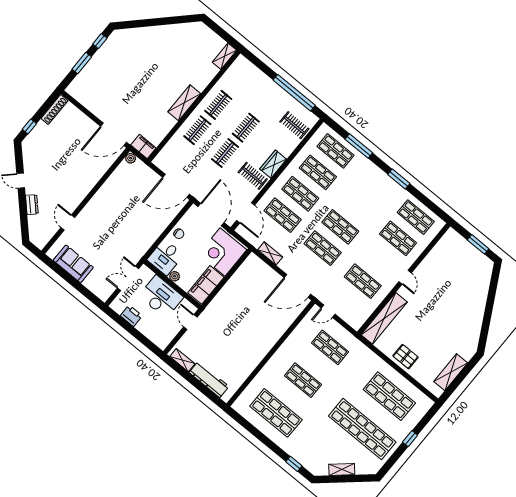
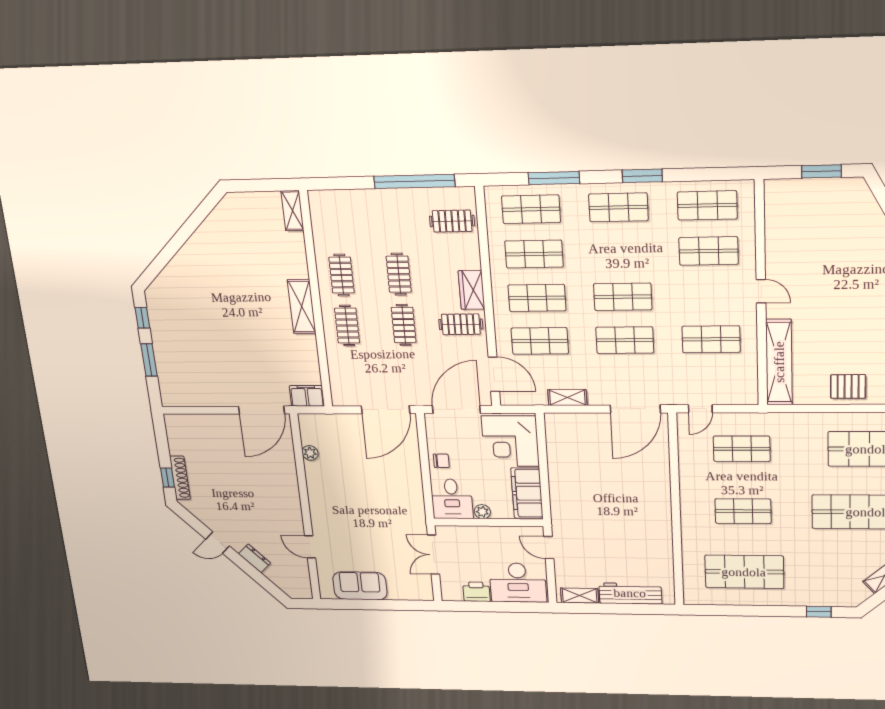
shoe rack: (54, 110) -> (180, 478), moved
plant: (131, 158) -> (310, 453), moved
shop shelf: (376, 184) -> (618, 207), added
door: (211, 215) -> (456, 409), hinge flipped
desk: (161, 297) -> (518, 583), moved, turned 180

